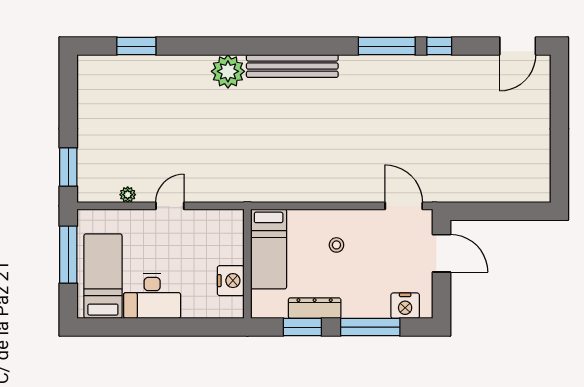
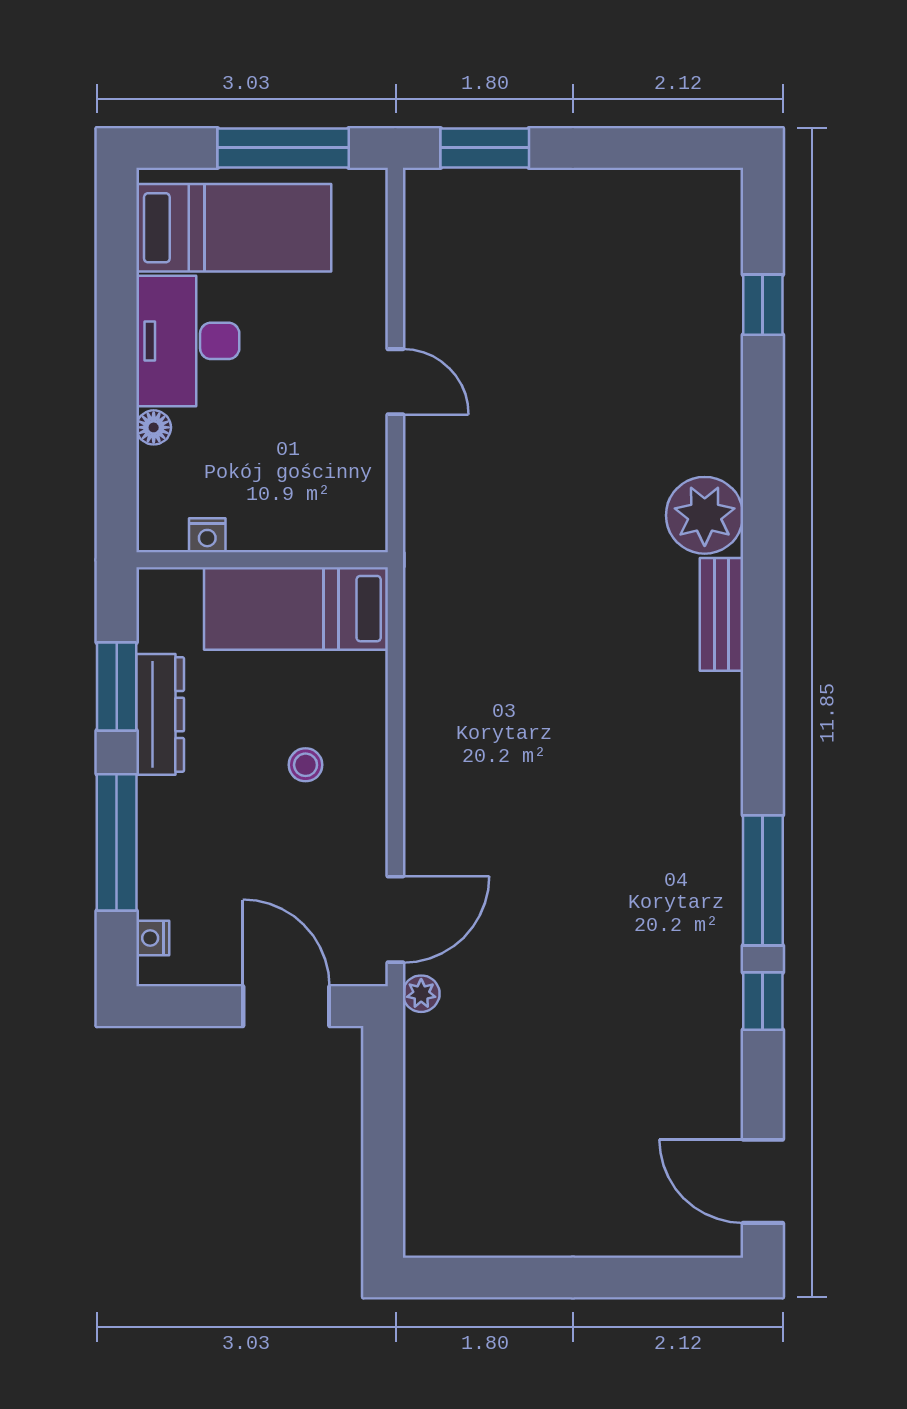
window: (136, 46) -> (763, 305), width x0.67
bench: (292, 66) -> (722, 614), width x0.54, depth x0.82
plant: (128, 195) -> (421, 994), moved
door: (441, 253) -> (286, 1006), swing flipped
nightstand: (231, 281) -> (207, 535), width x0.53, depth x0.56
nightstand: (405, 306) -> (153, 938), width x0.53, depth x0.56
floor lamp: (190, 311) -> (154, 427), added

